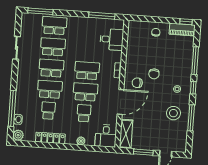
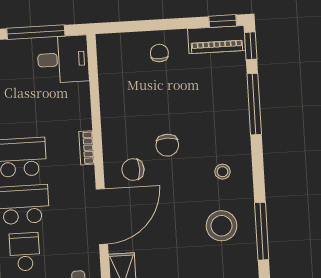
desk: (112, 39) -> (63, 59), moved
window: (193, 88) -> (251, 46), moved

